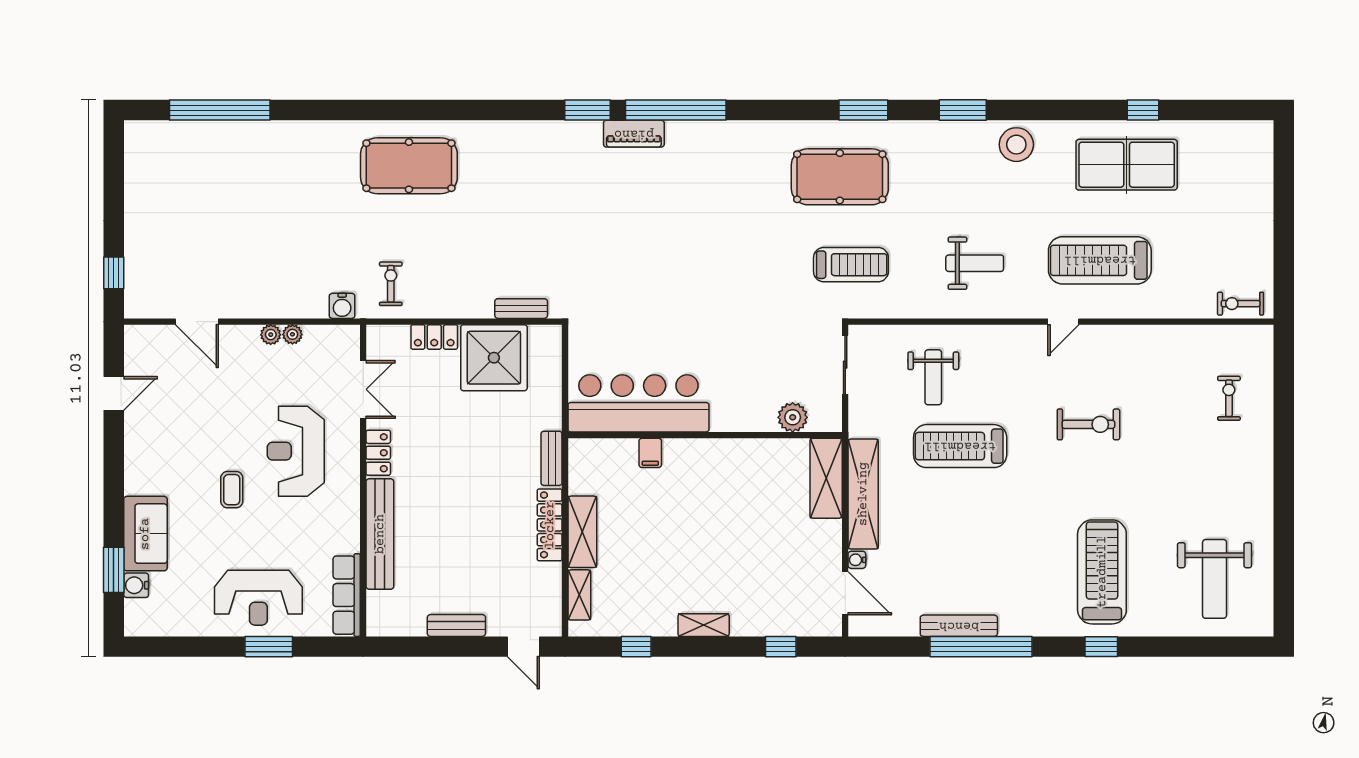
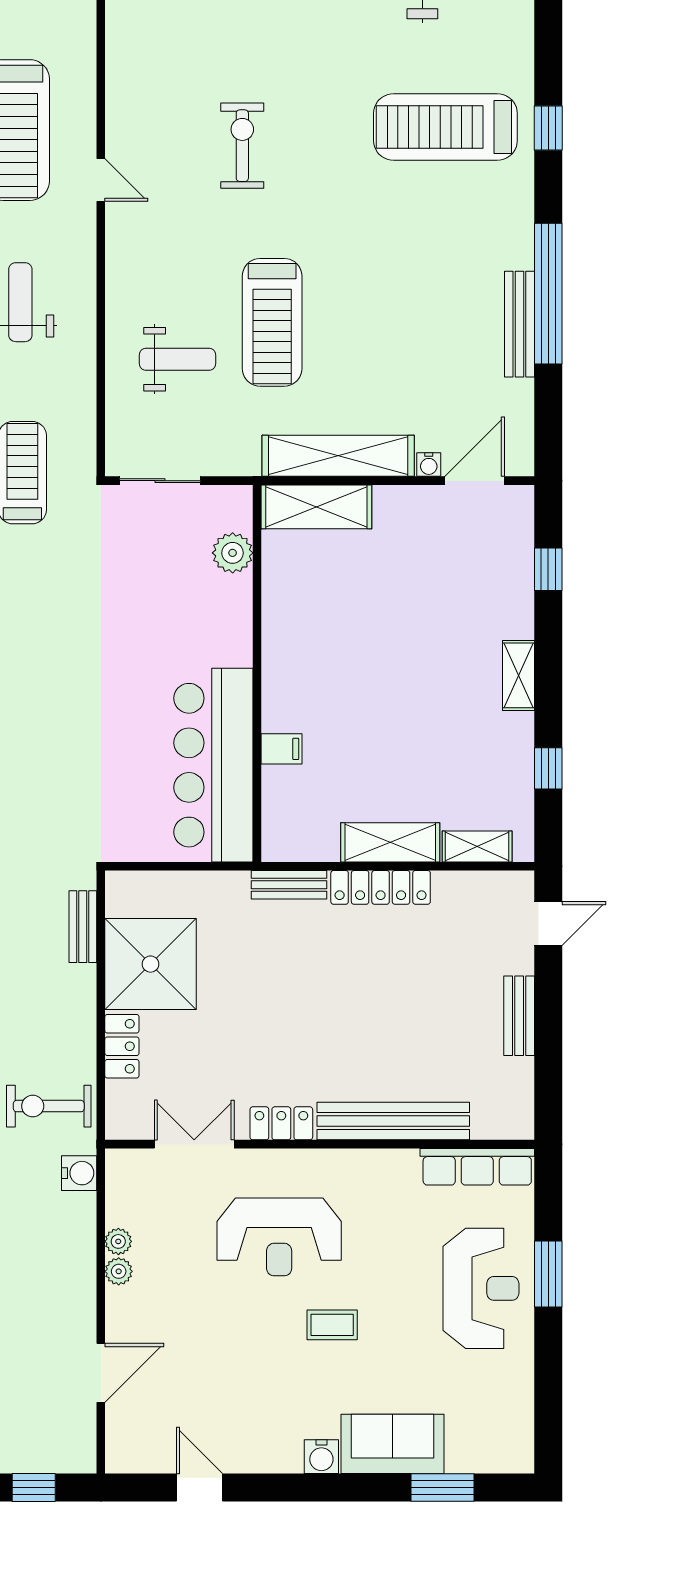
exercise bike: (391, 284) -> (49, 1106), width x1.38, depth x1.39
water cooler: (136, 585) -> (321, 1457), moved

